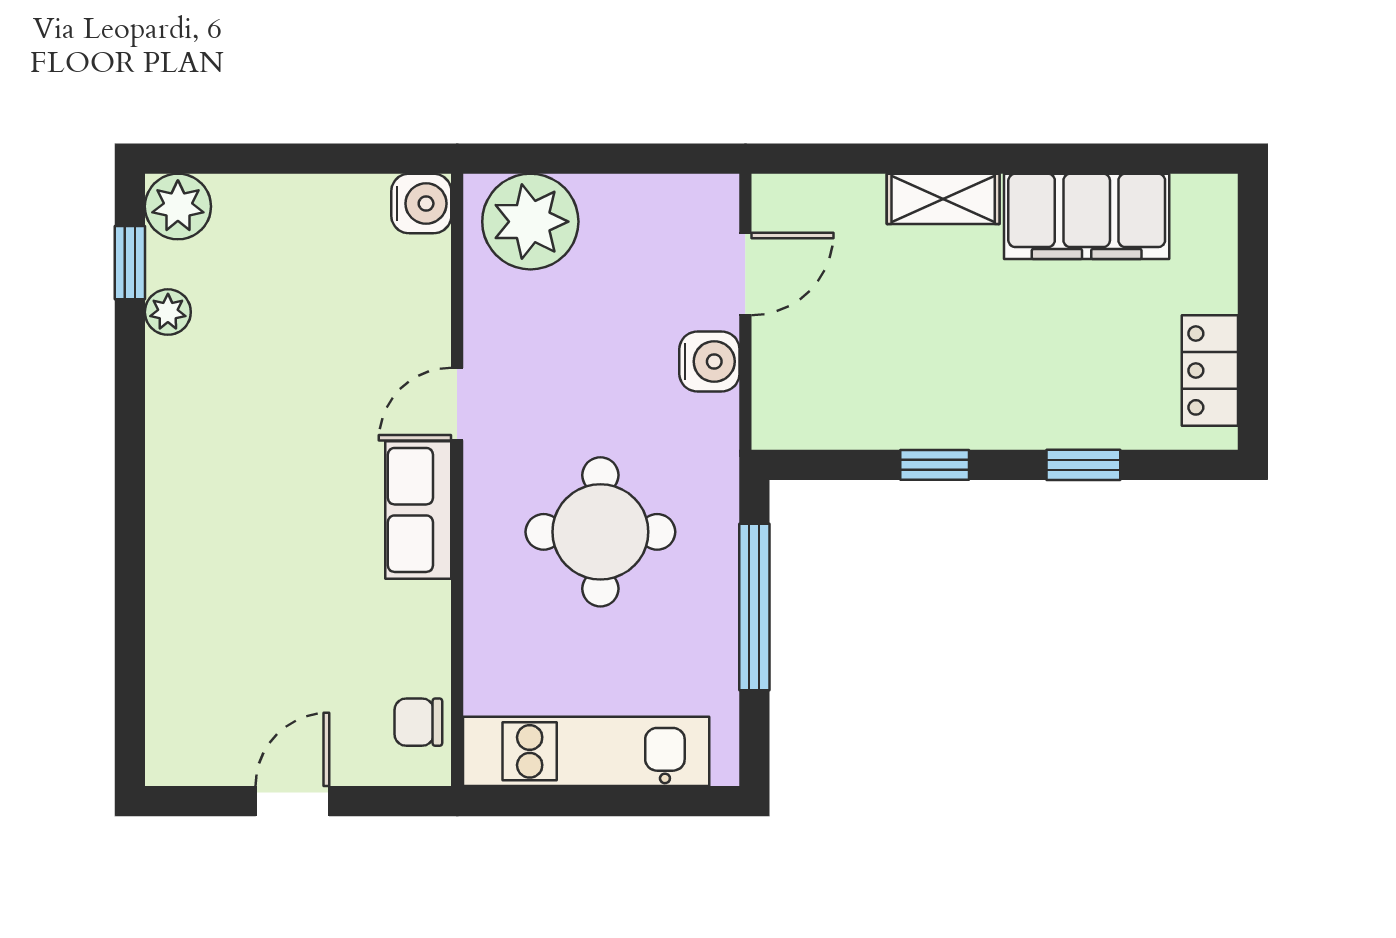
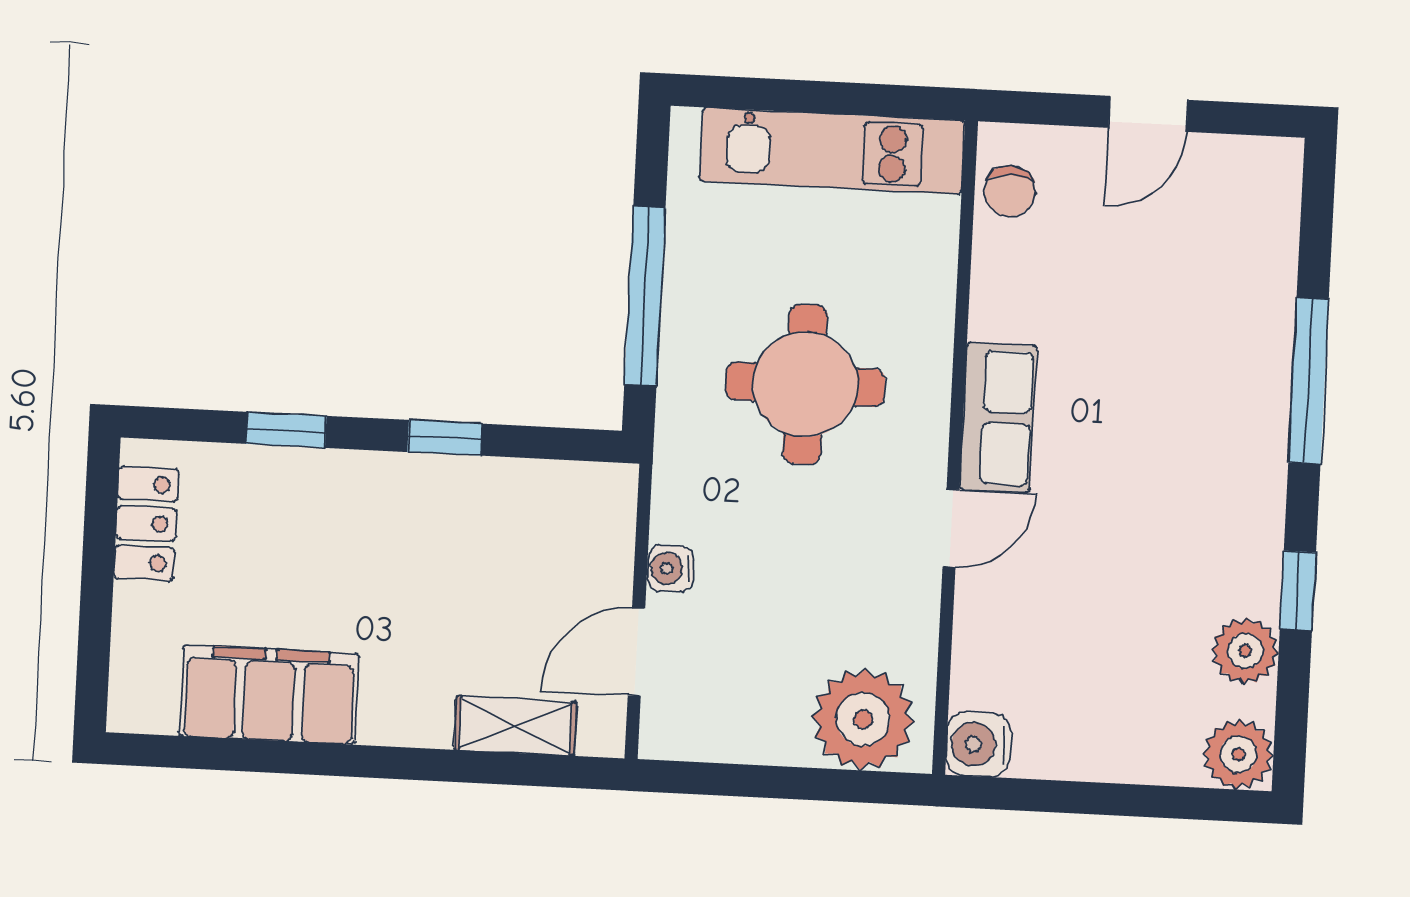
shelving: (943, 199) -> (515, 726), moved
window: (130, 263) -> (1298, 591), moved
plant: (168, 312) -> (1245, 651), width x1.38, depth x1.38
water cooler: (709, 361) -> (670, 569), width x0.72, depth x0.72
window: (130, 559) -> (1309, 381), added
chair: (418, 722) -> (1010, 191), turned 90

